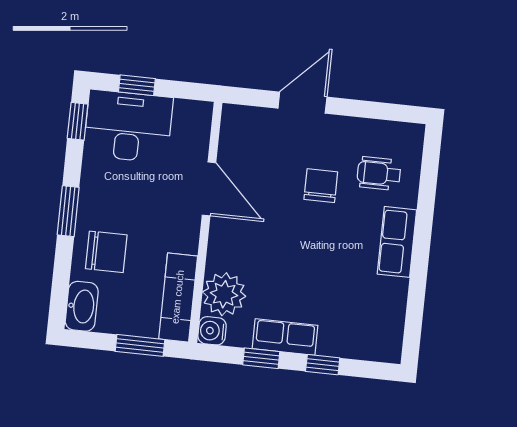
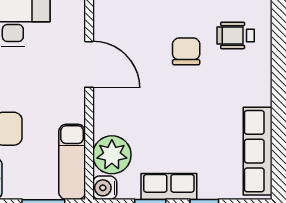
row of seats: (397, 242) -> (258, 151), moved, width x1.48

